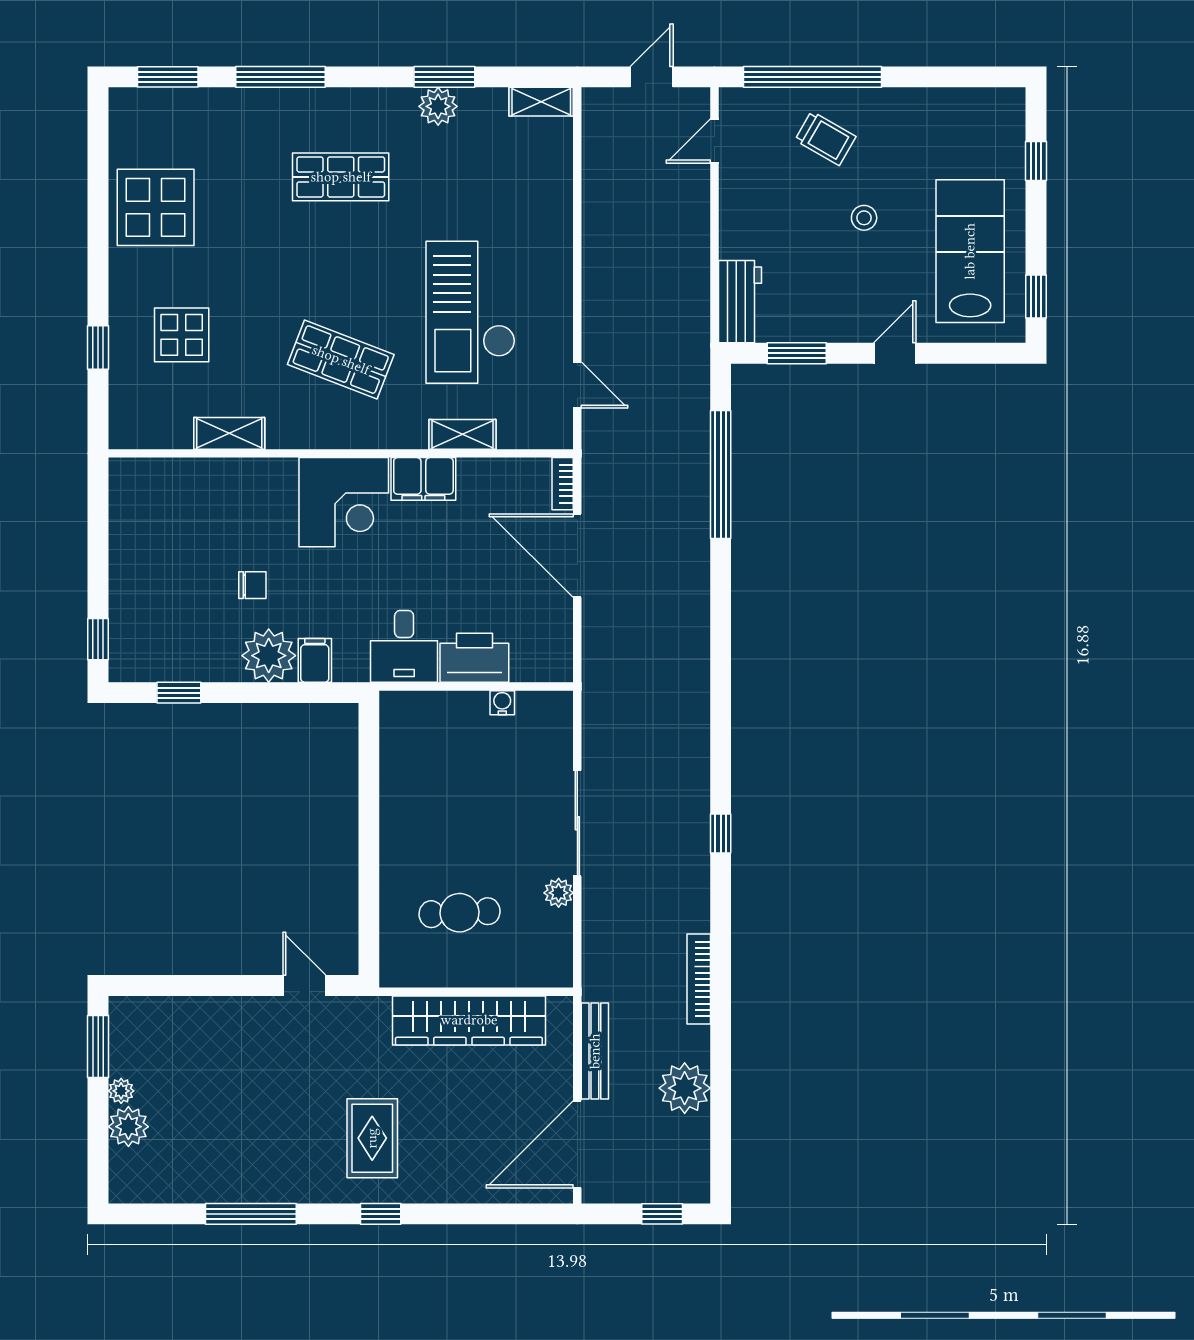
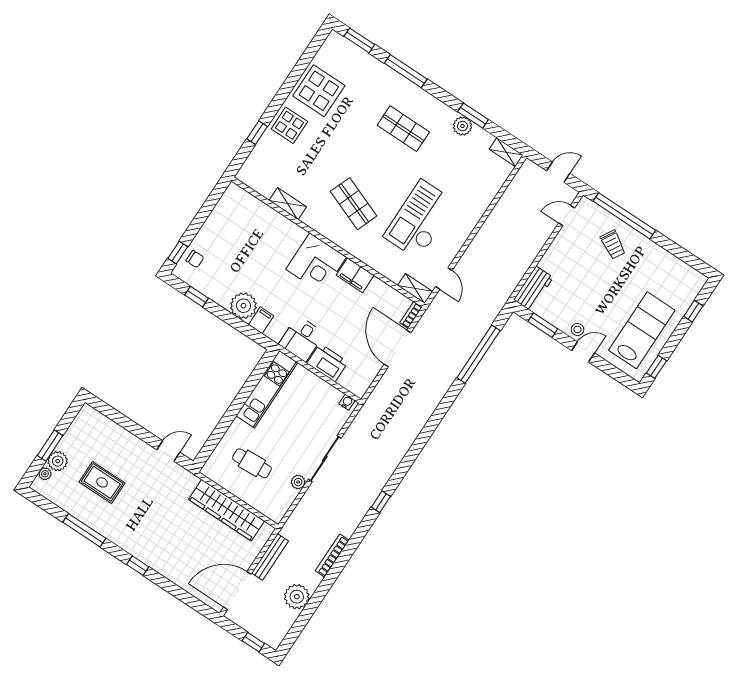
stool: (864, 218) -> (578, 329), moved
display table: (182, 335) -> (289, 125), moved
shelving: (462, 434) -> (415, 289), moved
chair: (252, 585) -> (195, 259), moved
water cooler: (502, 703) -> (347, 402), moved
kitchen unit: (402, 771) -> (267, 389), added
door: (304, 985) -> (168, 451), hinge flipped
window: (98, 1047) -> (50, 446), moved
plant: (121, 1091) -> (45, 474), moved
rug: (372, 1138) -> (102, 482), moved, turned 90

